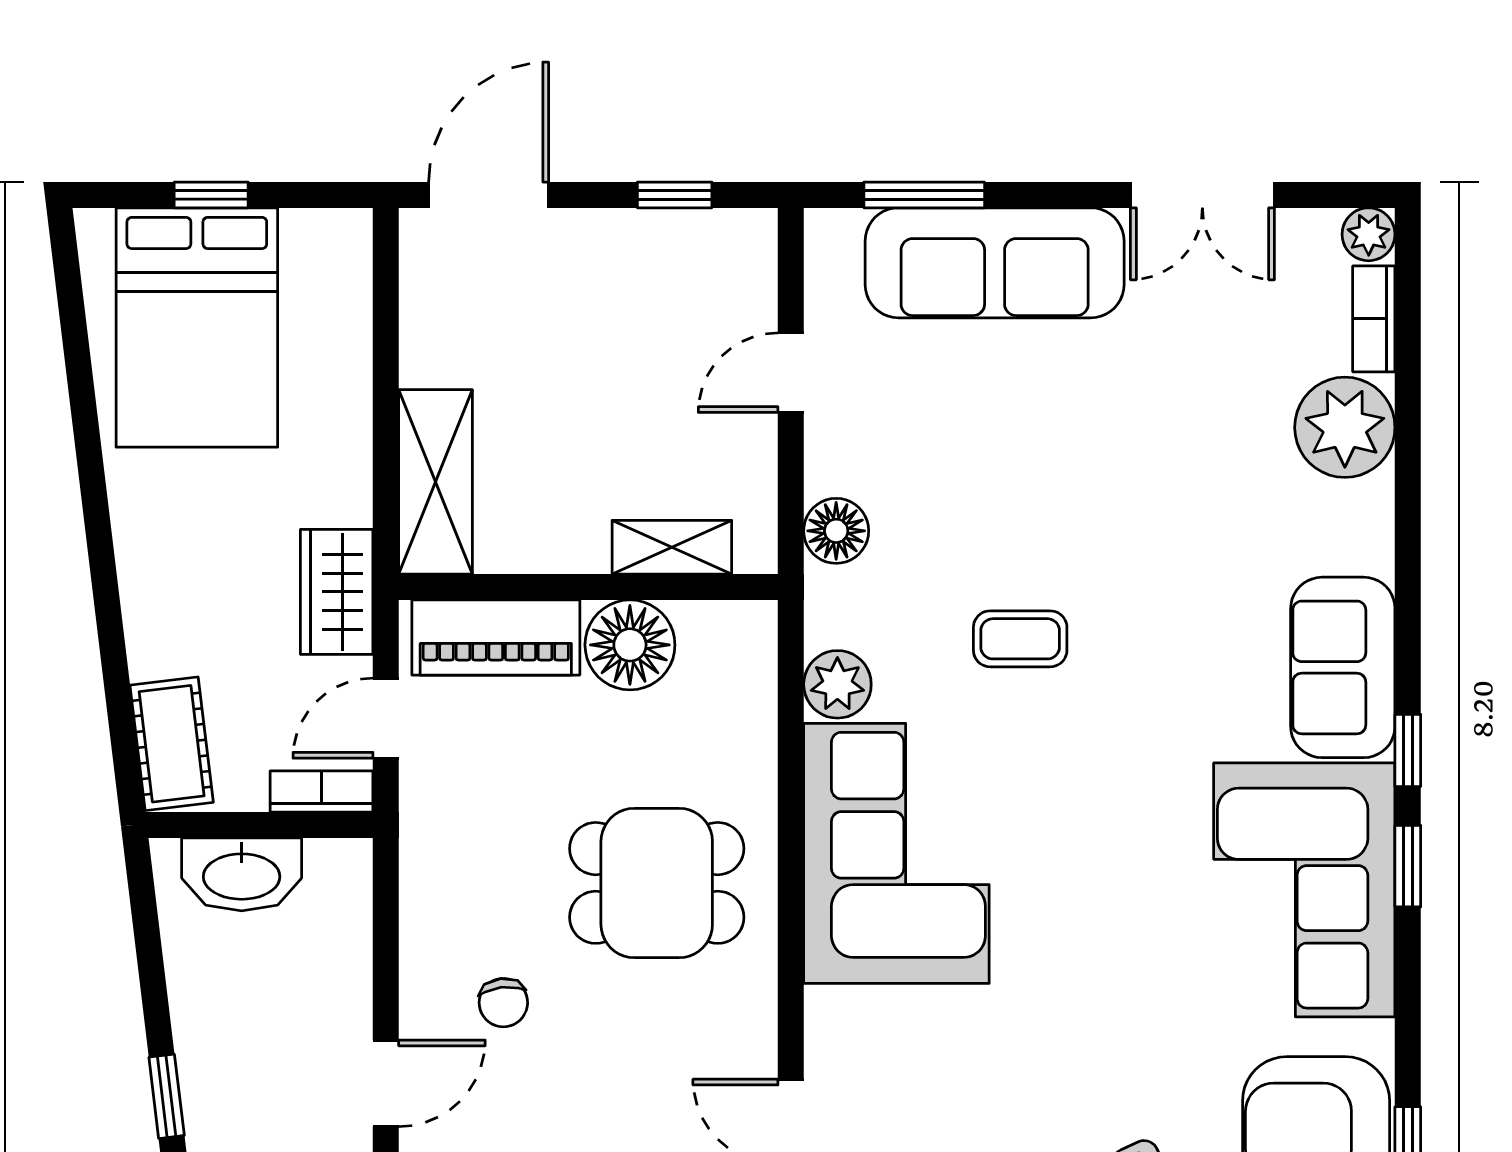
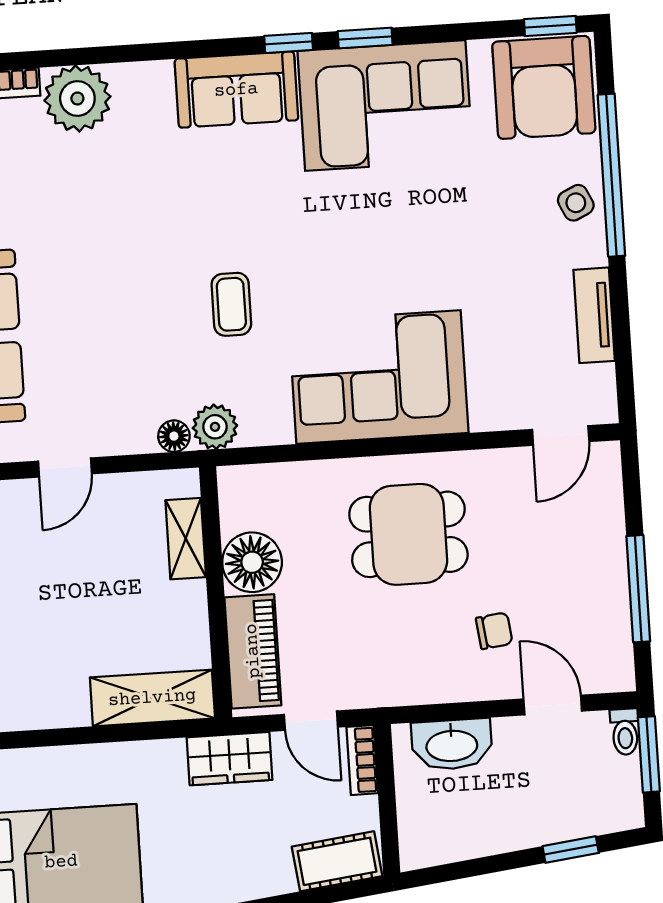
door: (791, 373) -> (65, 467), hinge flipped
floor lamp: (836, 531) -> (174, 436), width x0.73, depth x0.73
plant: (837, 684) -> (215, 427), moved
washbasin: (242, 874) -> (452, 744), moved, turned 90
dining table: (657, 883) -> (408, 534), turned 90

